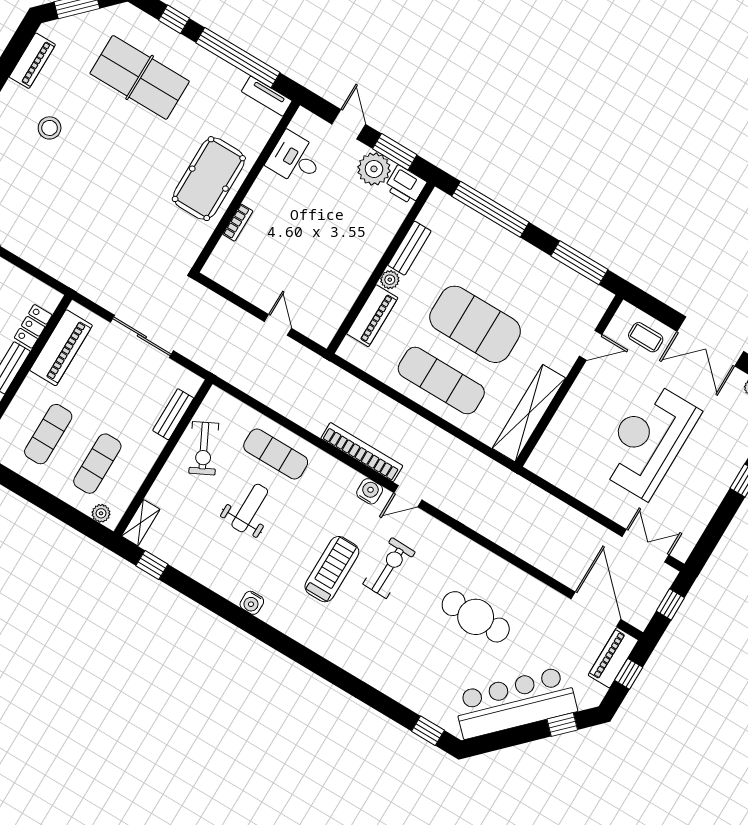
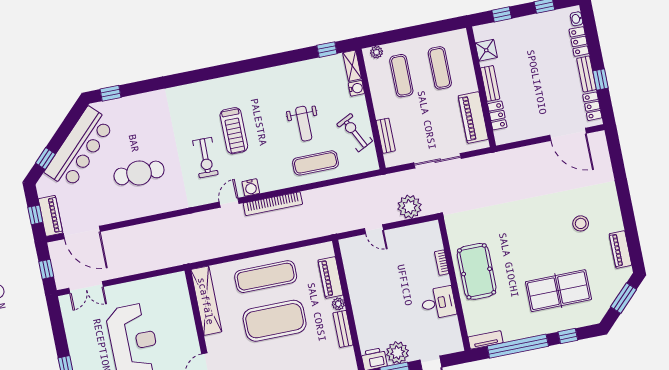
desk: (295, 159) -> (438, 303), moved
plant: (217, 314) -> (410, 207), added
water cooler: (252, 603) -> (356, 88), moved, turned 90

